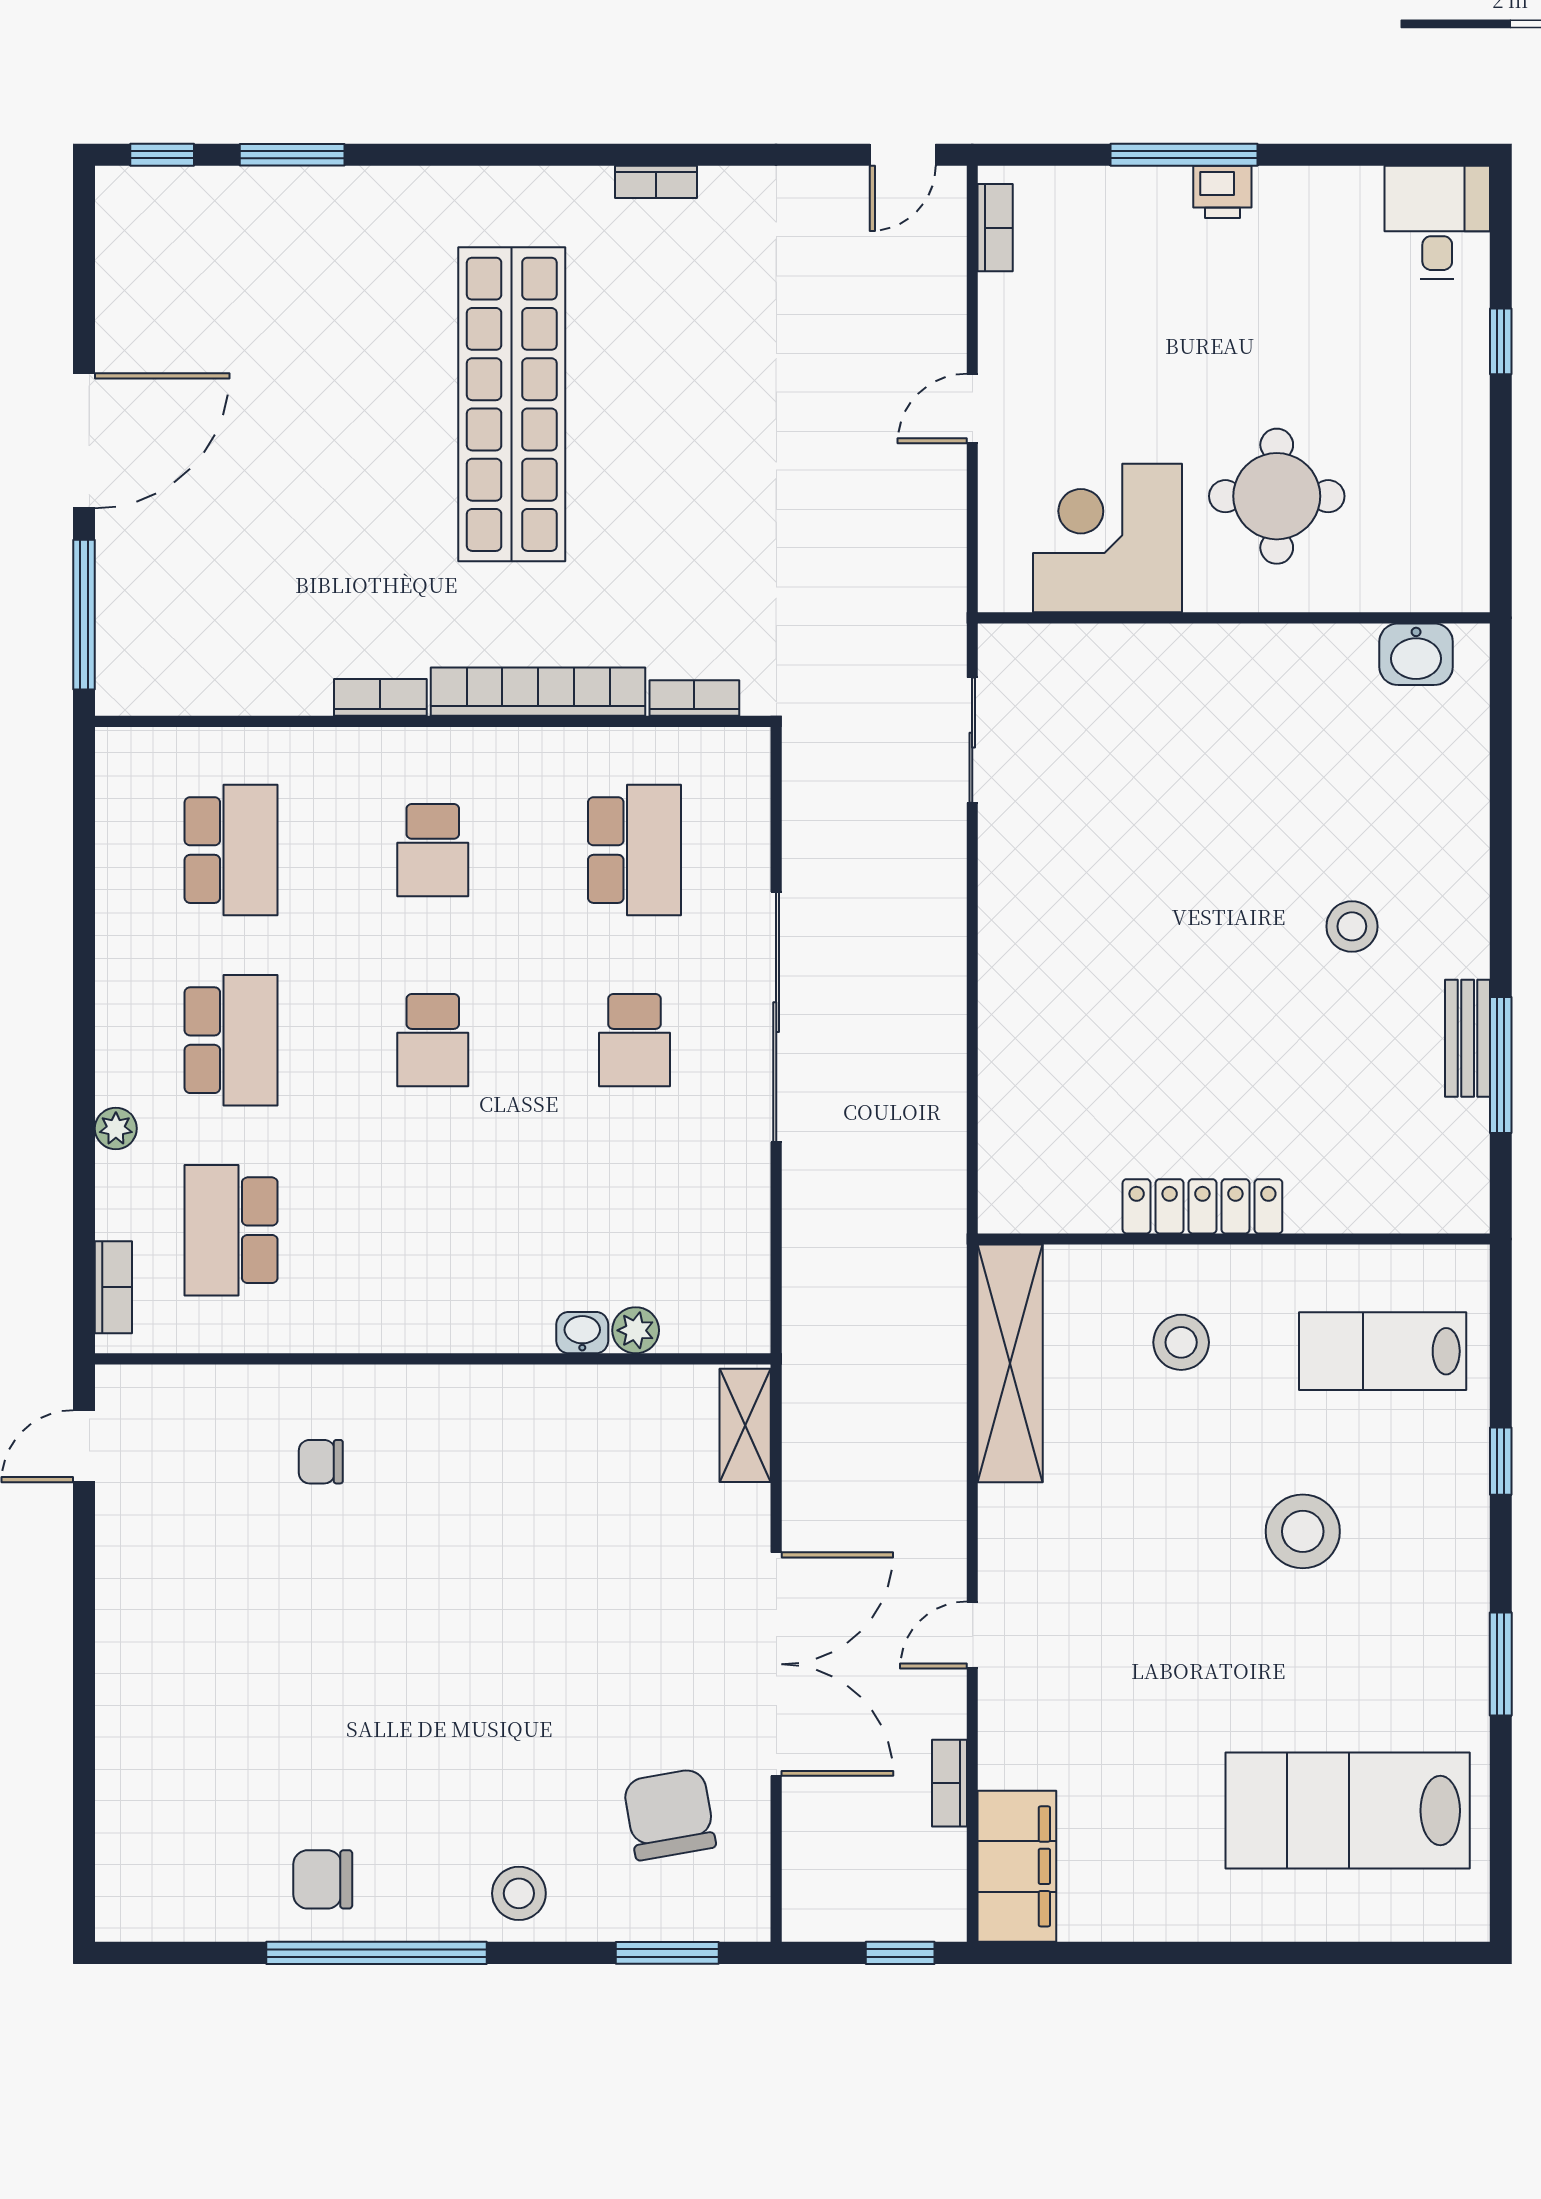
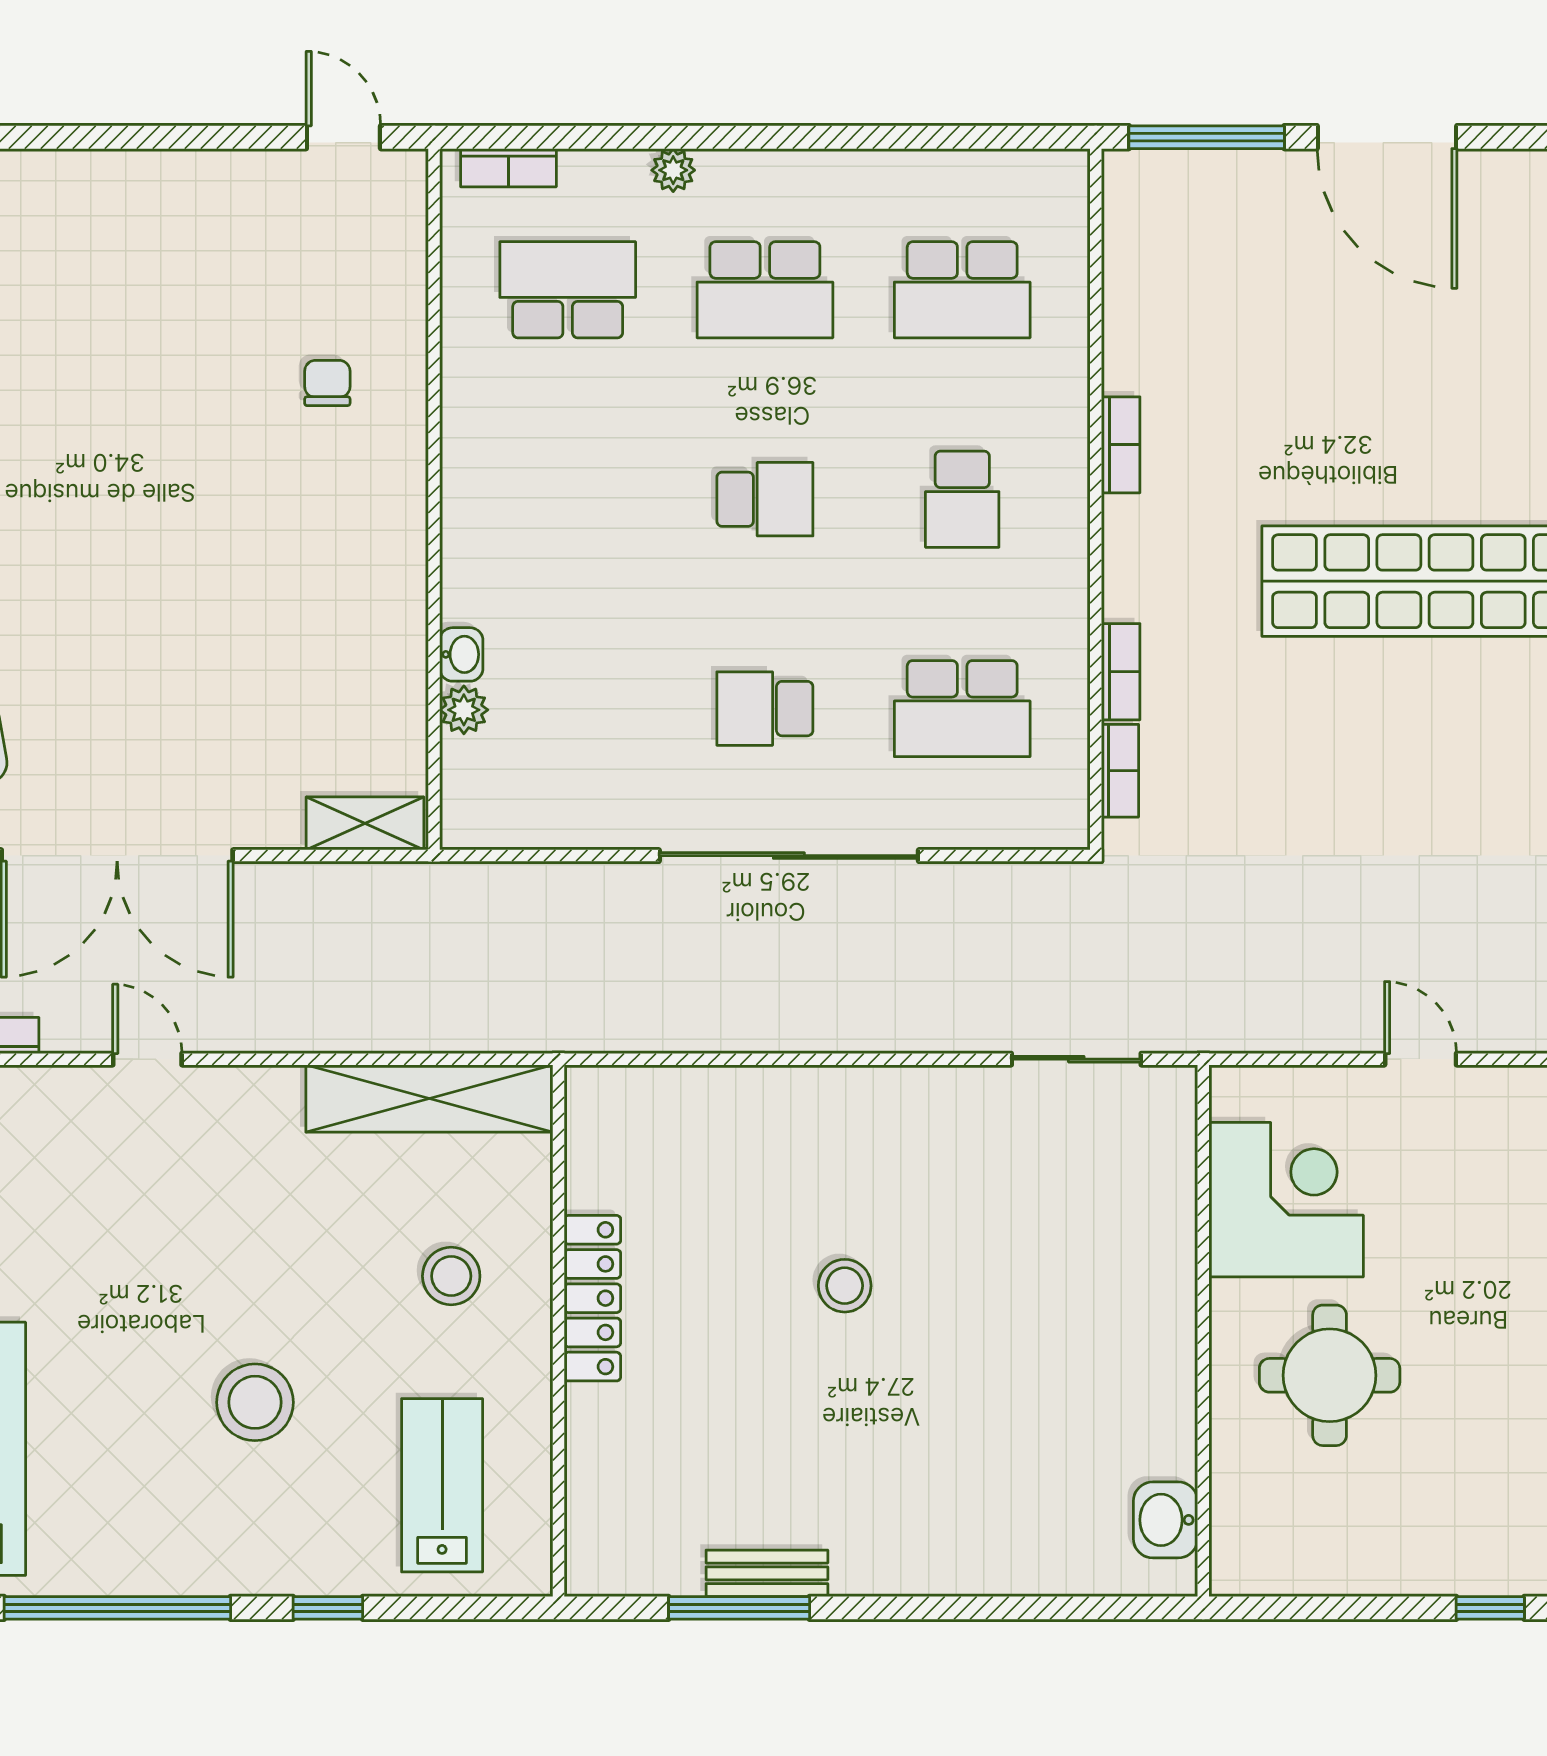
bookcase: (538, 692) -> (1121, 672), width x0.43, depth x0.76
school desk: (433, 850) -> (962, 499), turned -90
stool: (1352, 926) -> (845, 1286), moved
school desk: (433, 1040) -> (765, 499), turned 180
window: (1501, 1664) -> (117, 1608), width x2.11

